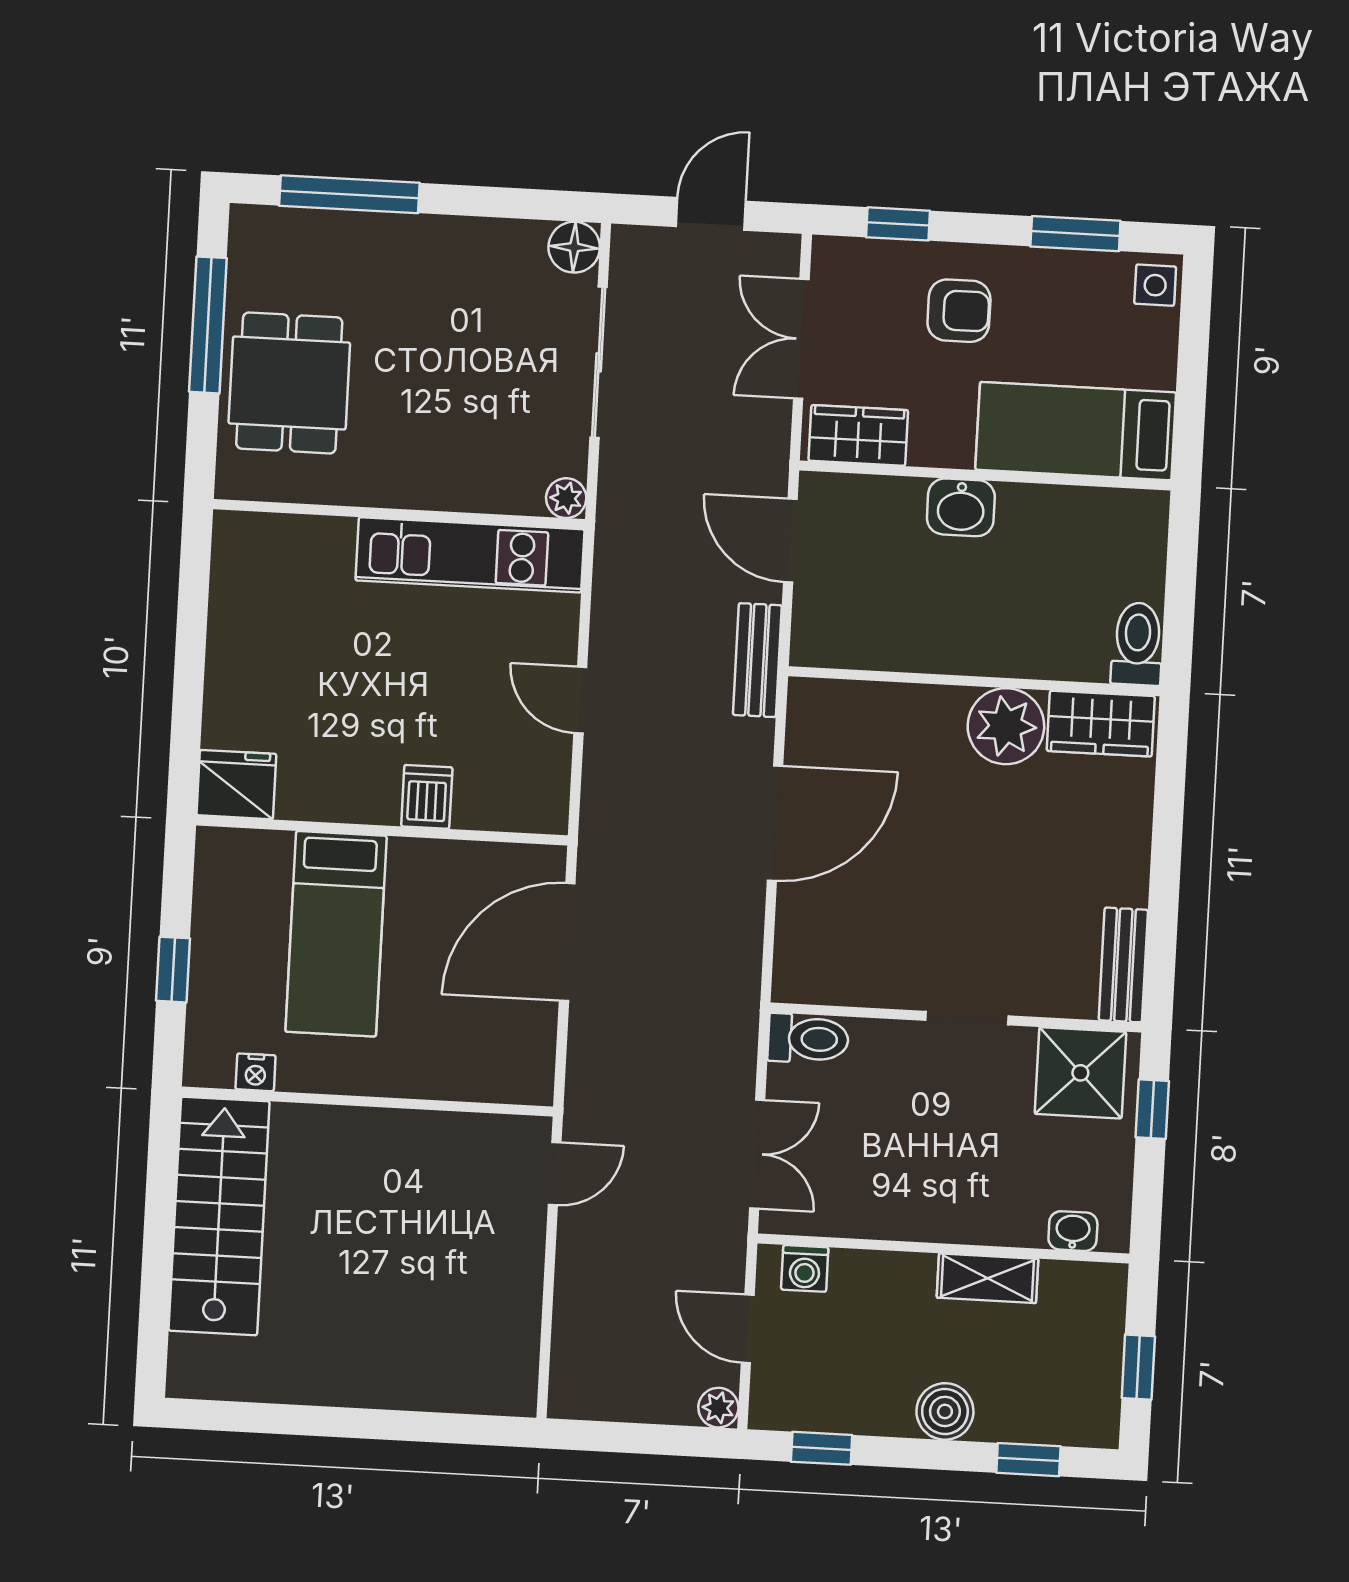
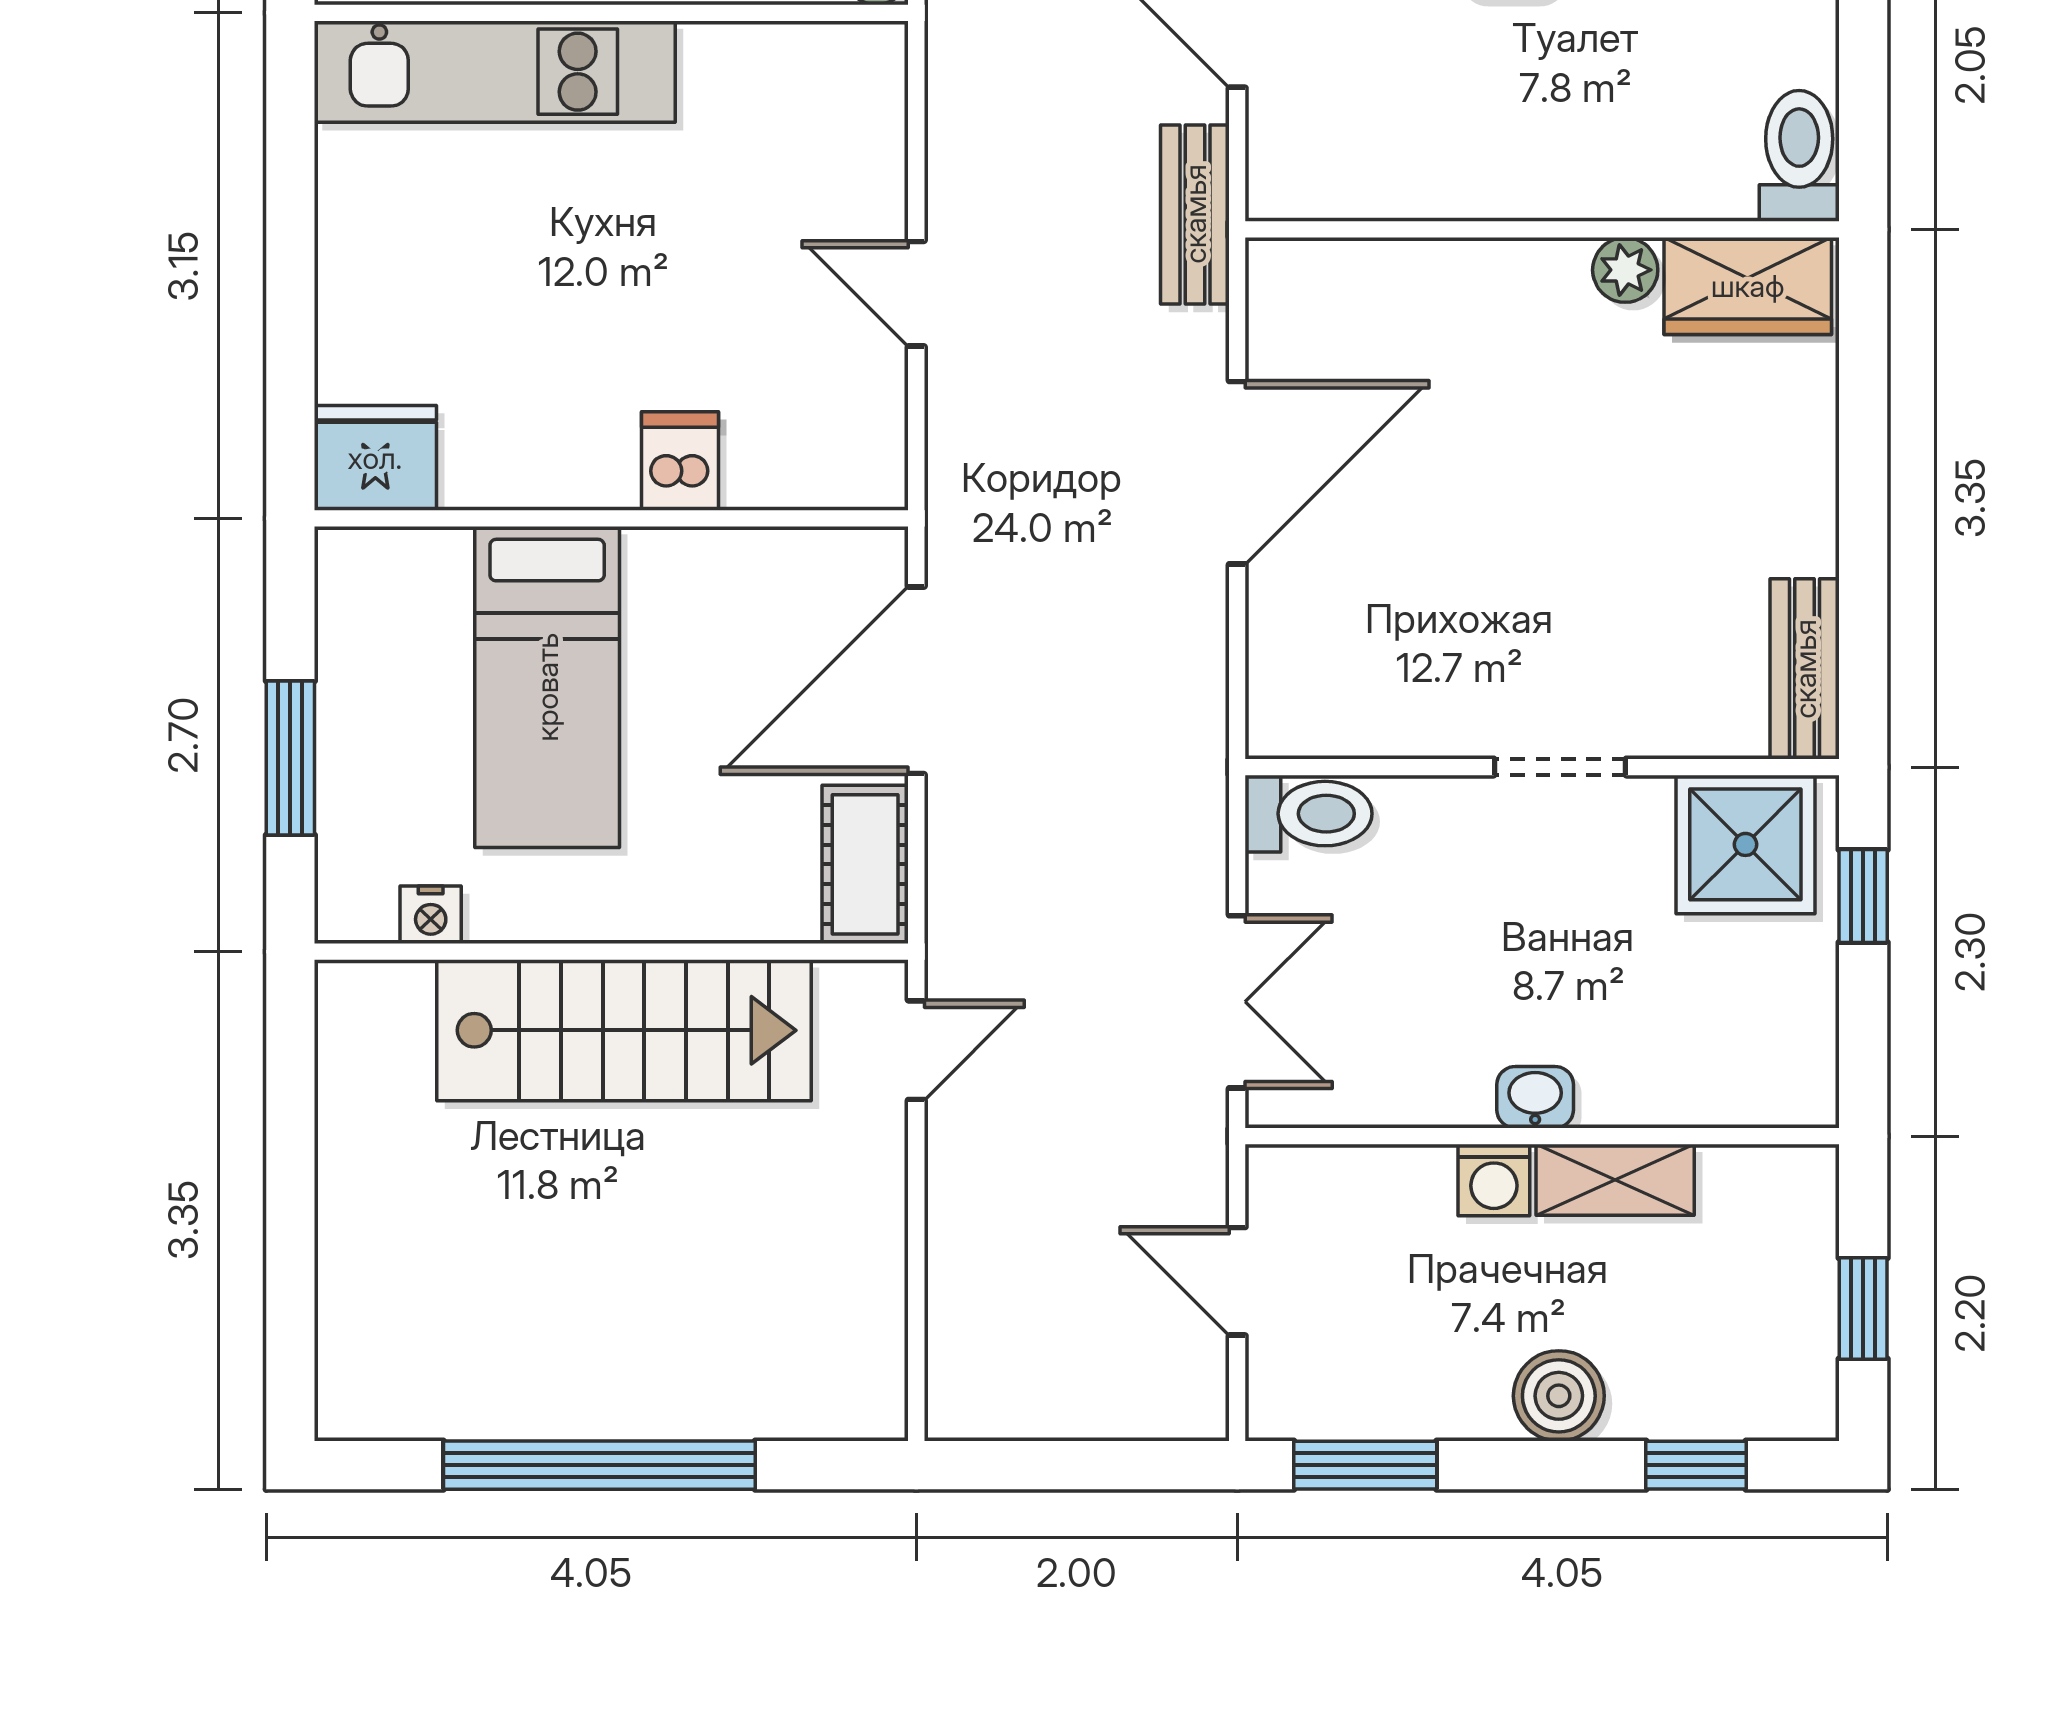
kitchen unit: (470, 555) -> (495, 72), moved
plant: (1006, 726) -> (1625, 270), width x0.53, depth x0.53
window: (173, 970) -> (290, 758), width x1.50
cot: (529, 1055) -> (865, 864), added
stairs: (219, 1216) -> (624, 1030), moved, turned 90
washbasin: (1073, 1231) -> (1535, 1097), moved
washing machine: (805, 1268) -> (1494, 1180), moved
plant: (718, 1408) -> (1197, 1409), removed
window: (342, 1422) -> (599, 1465), added
window: (822, 1448) -> (1365, 1465), width x1.50

